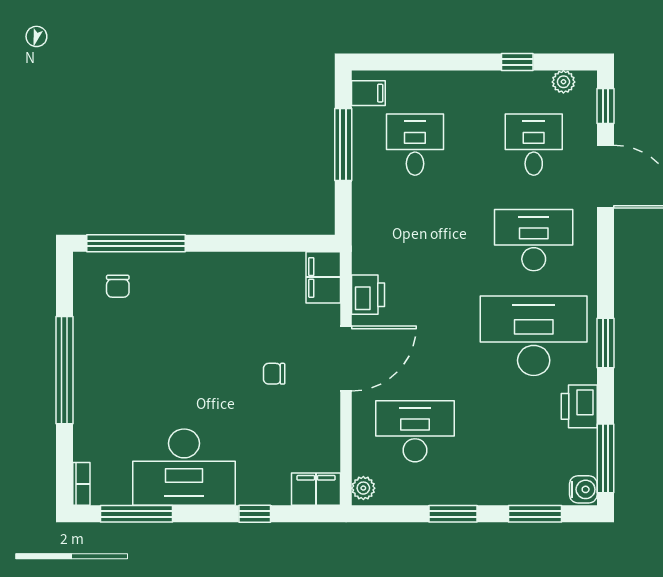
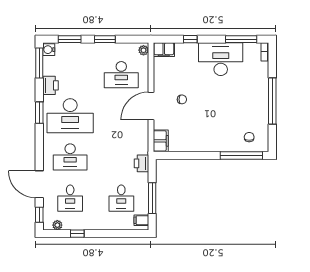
printer: (368, 295) -> (141, 163), moved

